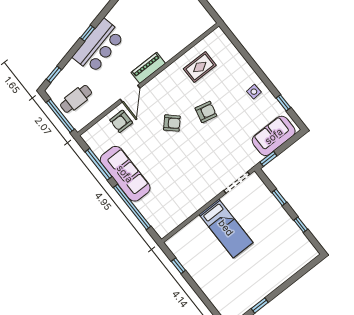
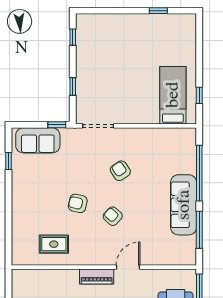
side table: (254, 92) -> (25, 189), removed
armchair: (121, 121) -> (120, 171), moved, turned -124
window: (301, 225) -> (73, 37), moved
bed: (226, 228) -> (173, 95), moved

